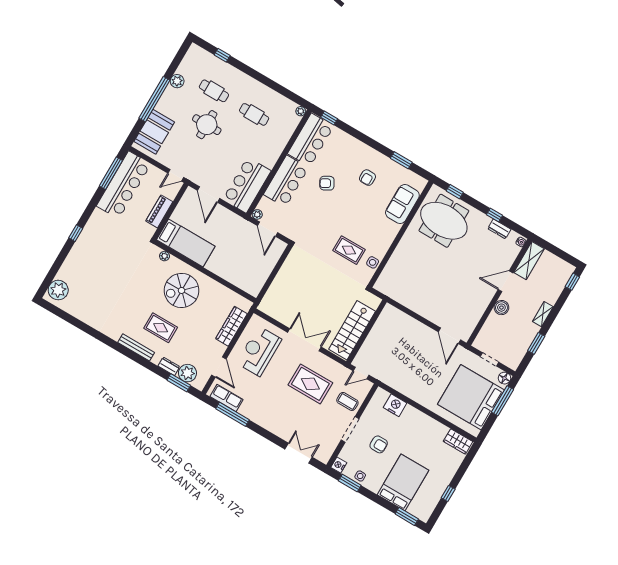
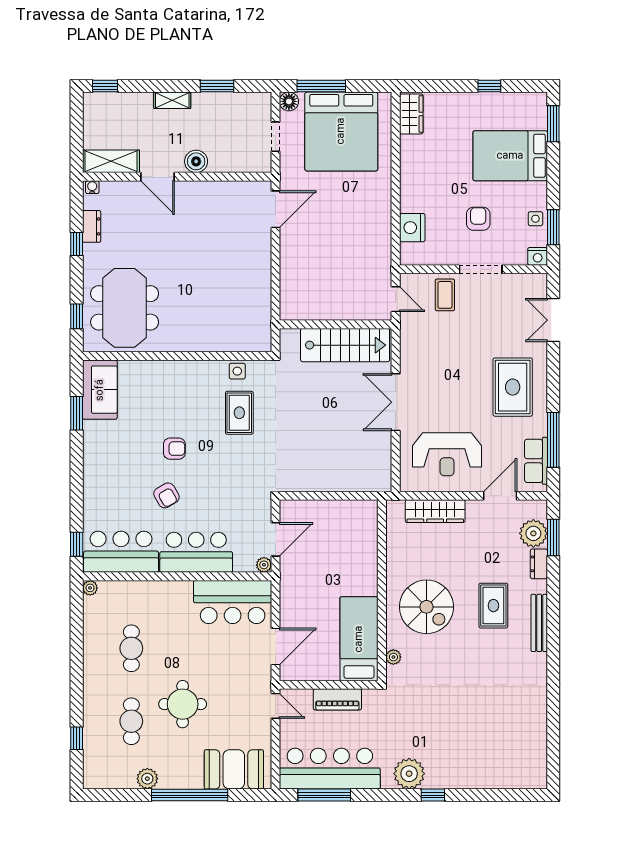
armchair: (367, 178) -> (174, 449), moved
sofa: (402, 204) -> (100, 390), moved, turned -90
plant: (58, 290) -> (409, 774), moved
rug: (310, 384) -> (513, 387), moved

